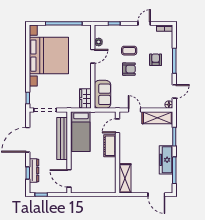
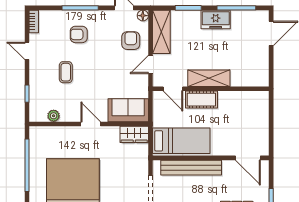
door: (93, 56) -> (91, 124), moved
armchair: (129, 69) -> (131, 41), moved
freezer: (166, 160) -> (216, 19), width x0.71
door: (69, 178) -> (248, 158), hinge flipped
shelving: (125, 178) -> (209, 78), moved

